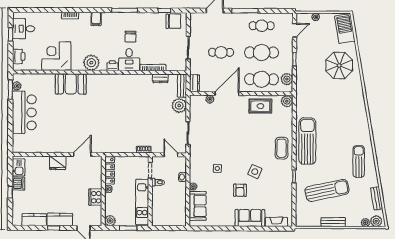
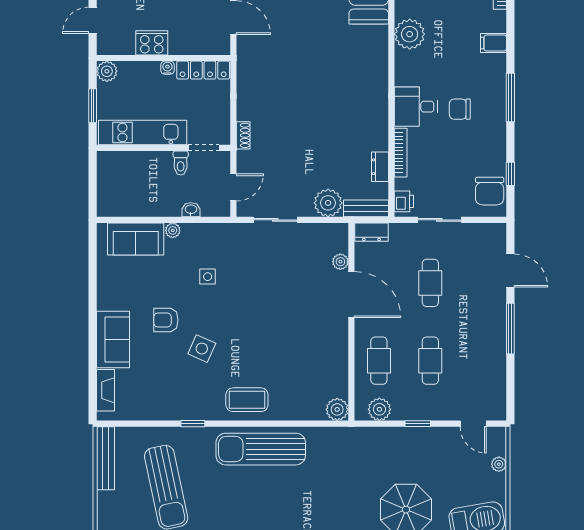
cafe table: (262, 26) -> (482, 361), removed
cafe table: (262, 52) -> (430, 361), width x0.73, depth x0.74
printer: (112, 66) -> (404, 201), moved
cafe table: (261, 79) -> (379, 361), width x0.73, depth x0.74
rug: (260, 106) -> (327, 359), removed
sun lounger: (307, 141) -> (261, 449), turned 180
bench: (333, 222) -> (105, 458), moved, width x1.36

